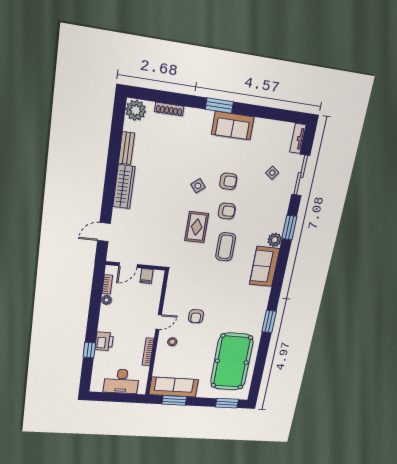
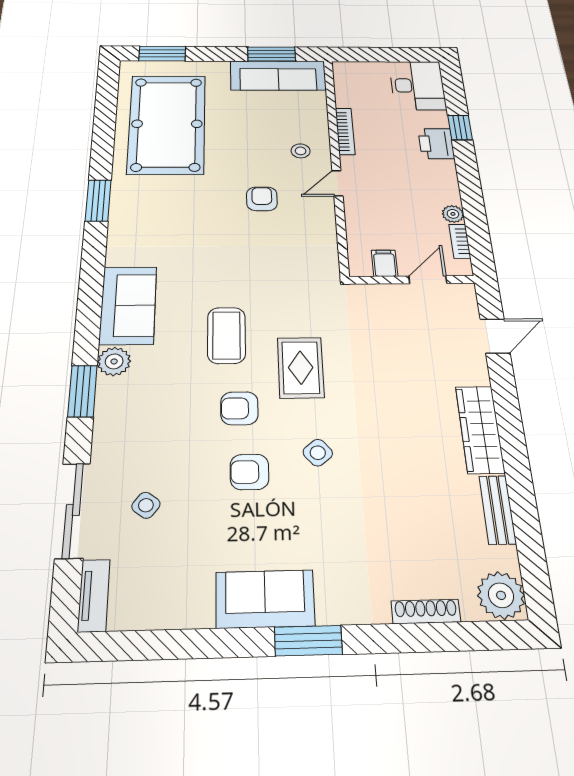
desk: (121, 381) -> (417, 85), moved, turned 90

